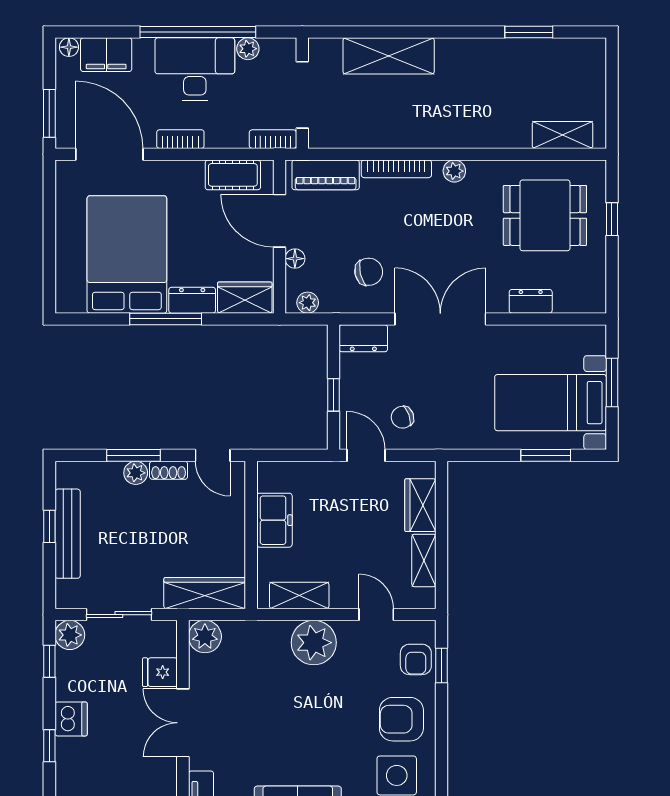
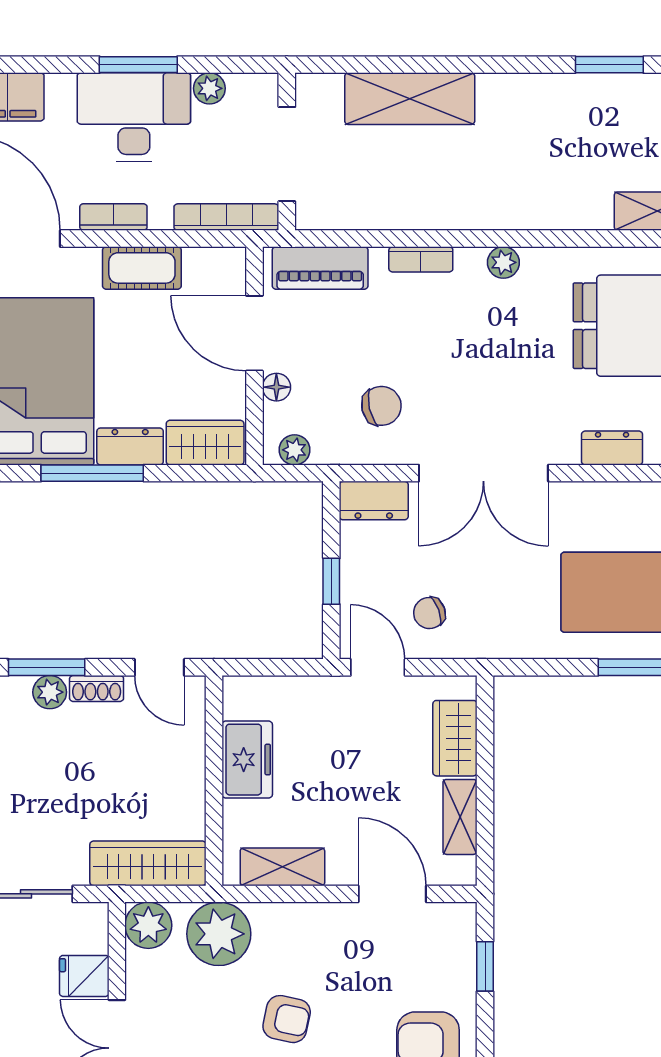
window: (198, 32) -> (138, 65), width x0.47
bookcase: (273, 139) -> (226, 217), width x1.56
bookcase: (396, 169) -> (421, 259), width x0.64
cot: (233, 175) -> (142, 268), moved
double door: (440, 319) -> (483, 473), swing flipped
door: (376, 615) -> (392, 894), width x1.38
plant: (314, 643) -> (219, 934), moved
armchair: (416, 659) -> (287, 1019), moved, turned -78

